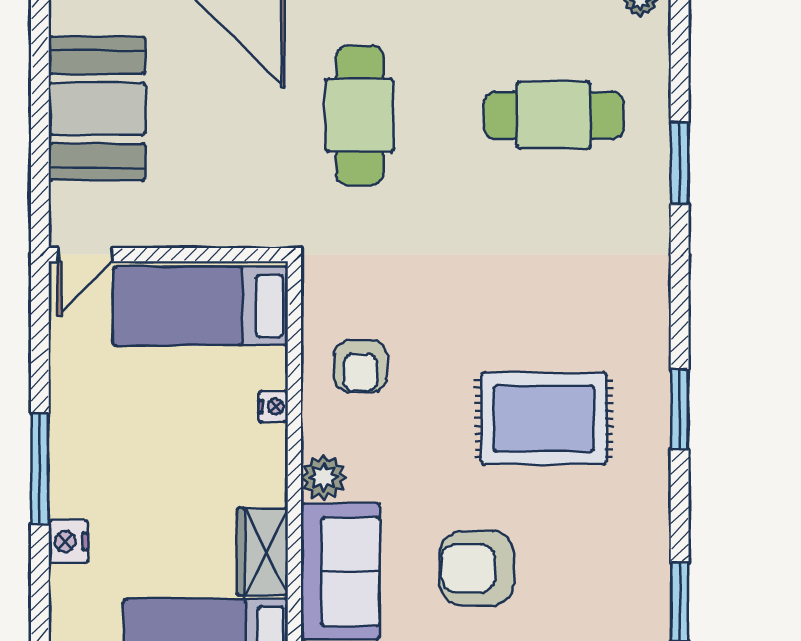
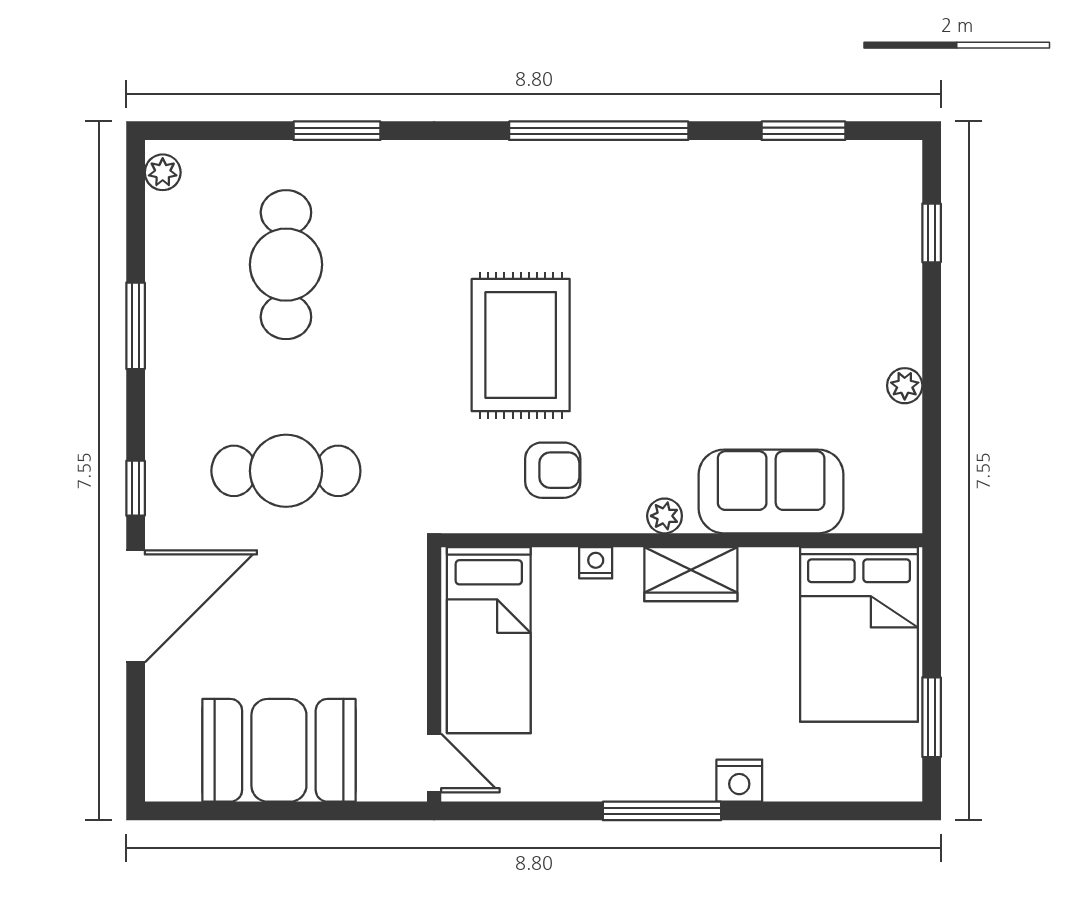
window: (680, 409) -> (599, 131), width x2.11
rug: (544, 419) -> (521, 345), moved
plant: (323, 477) -> (665, 516), width x0.73, depth x0.73
wardrobe: (263, 552) -> (691, 574), moved
armchair: (477, 568) -> (768, 346), removed

